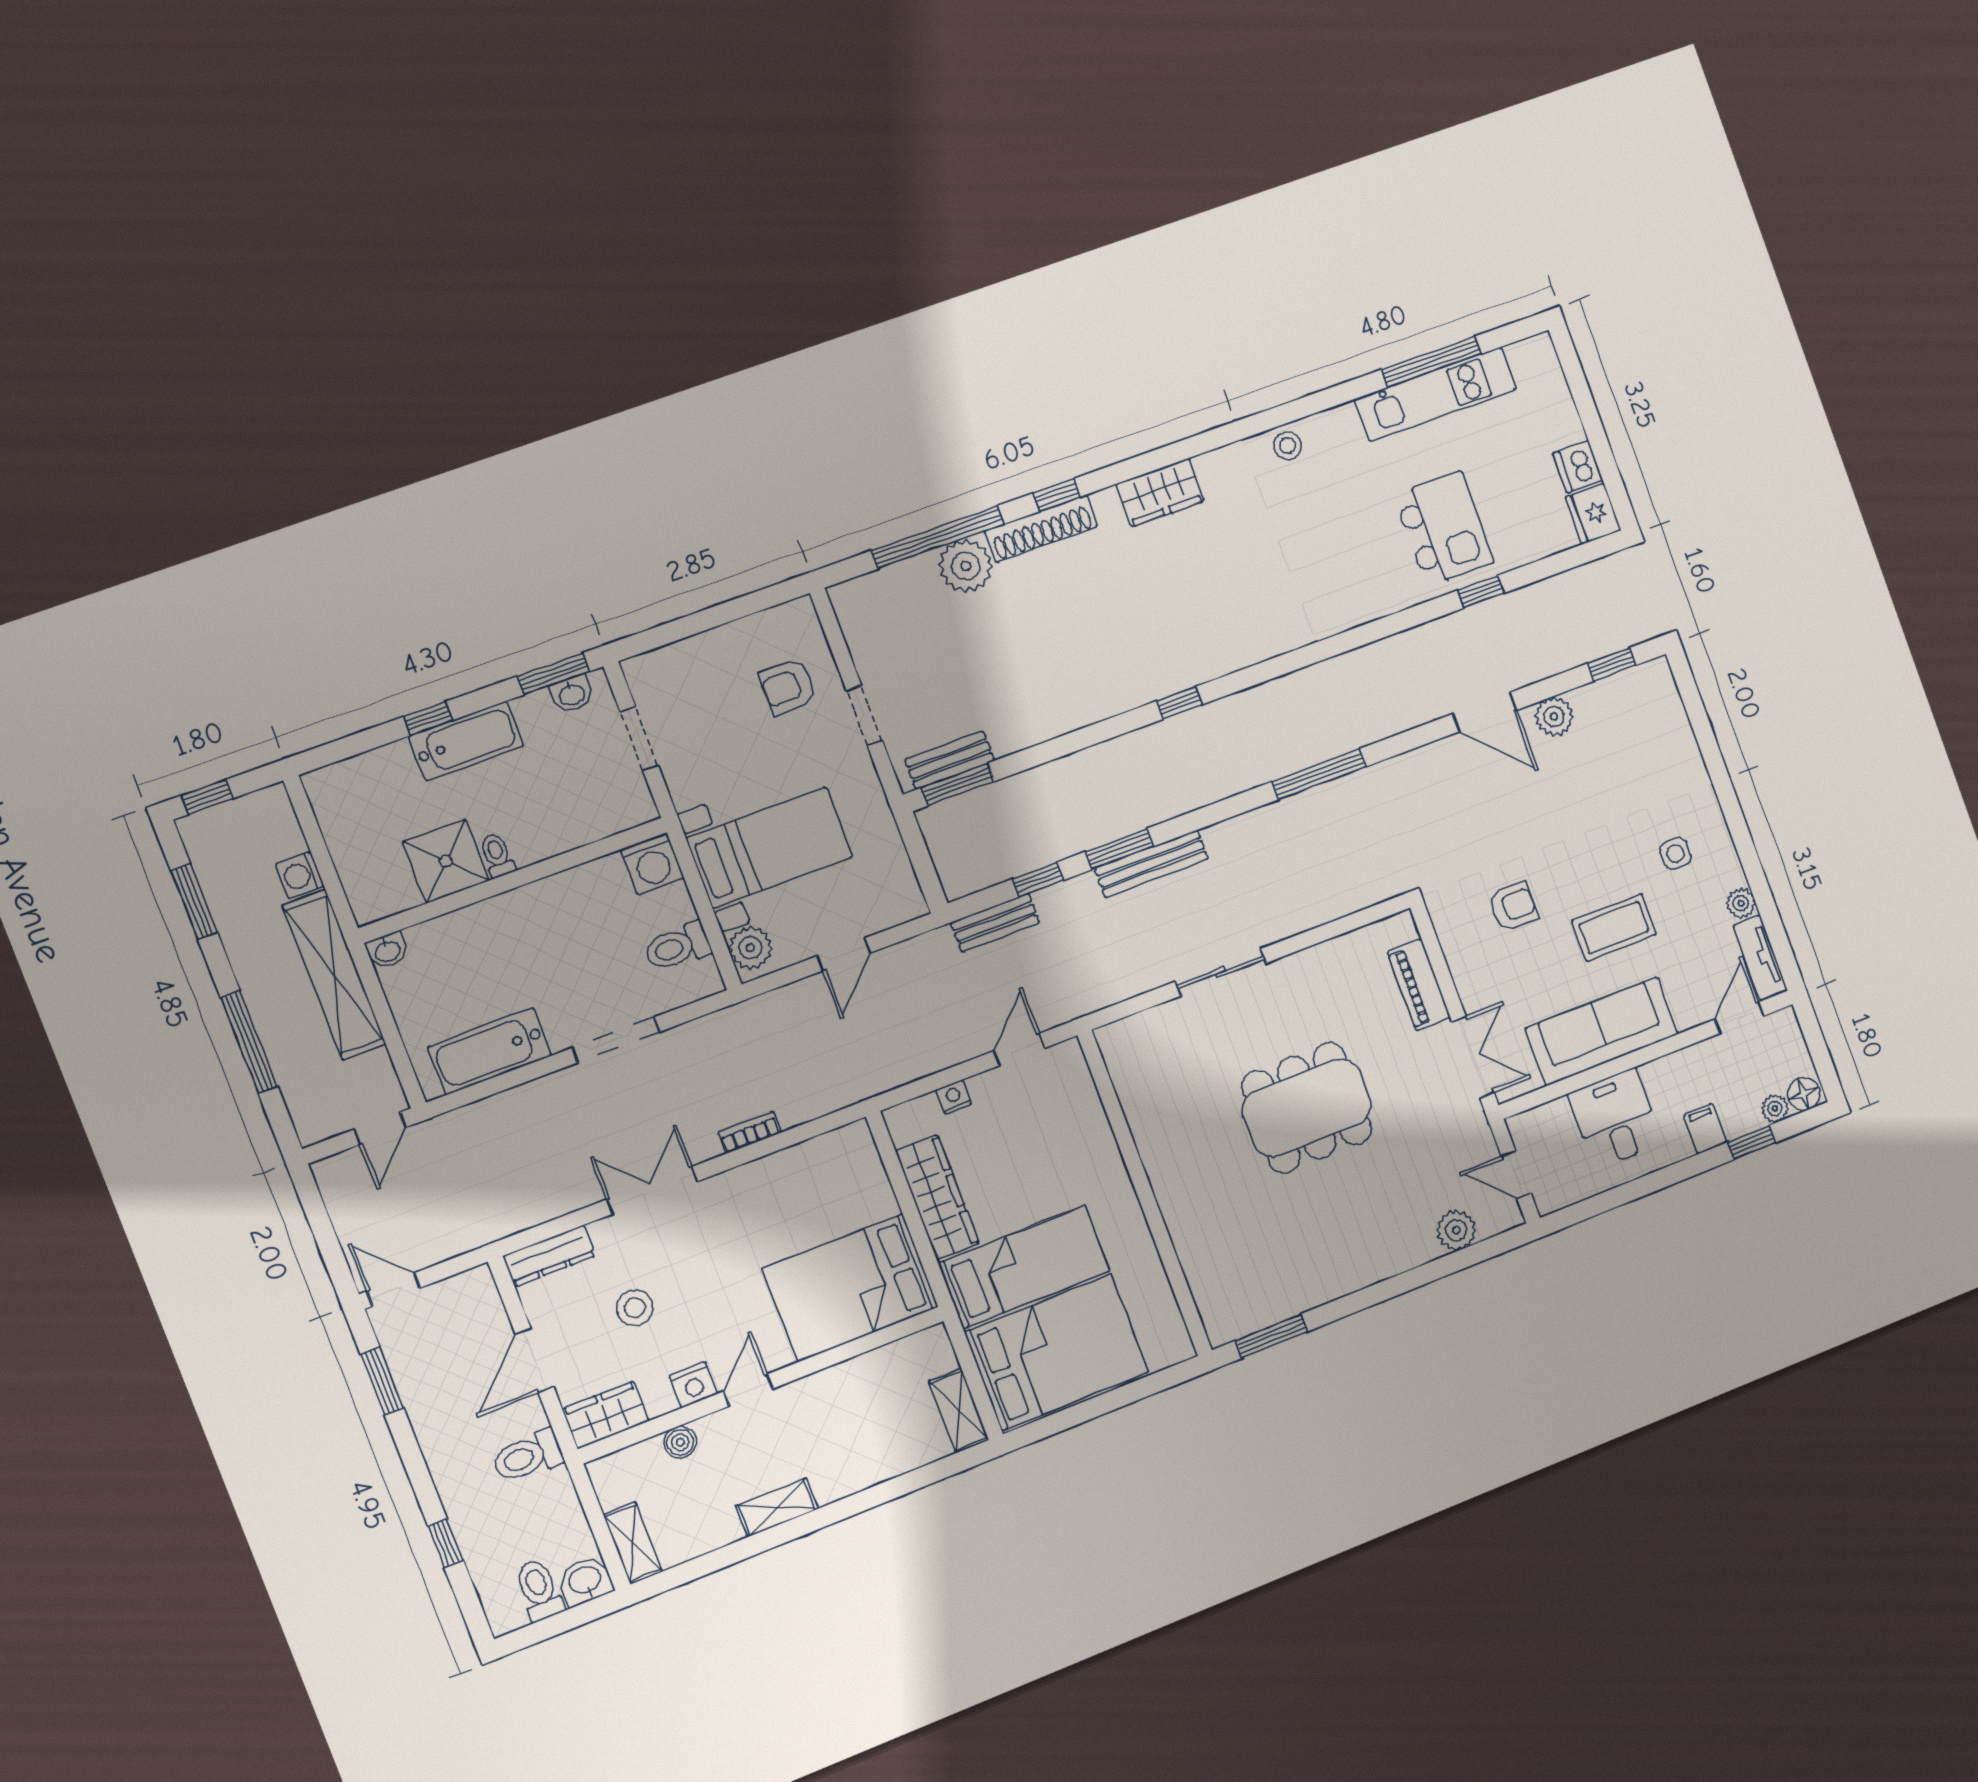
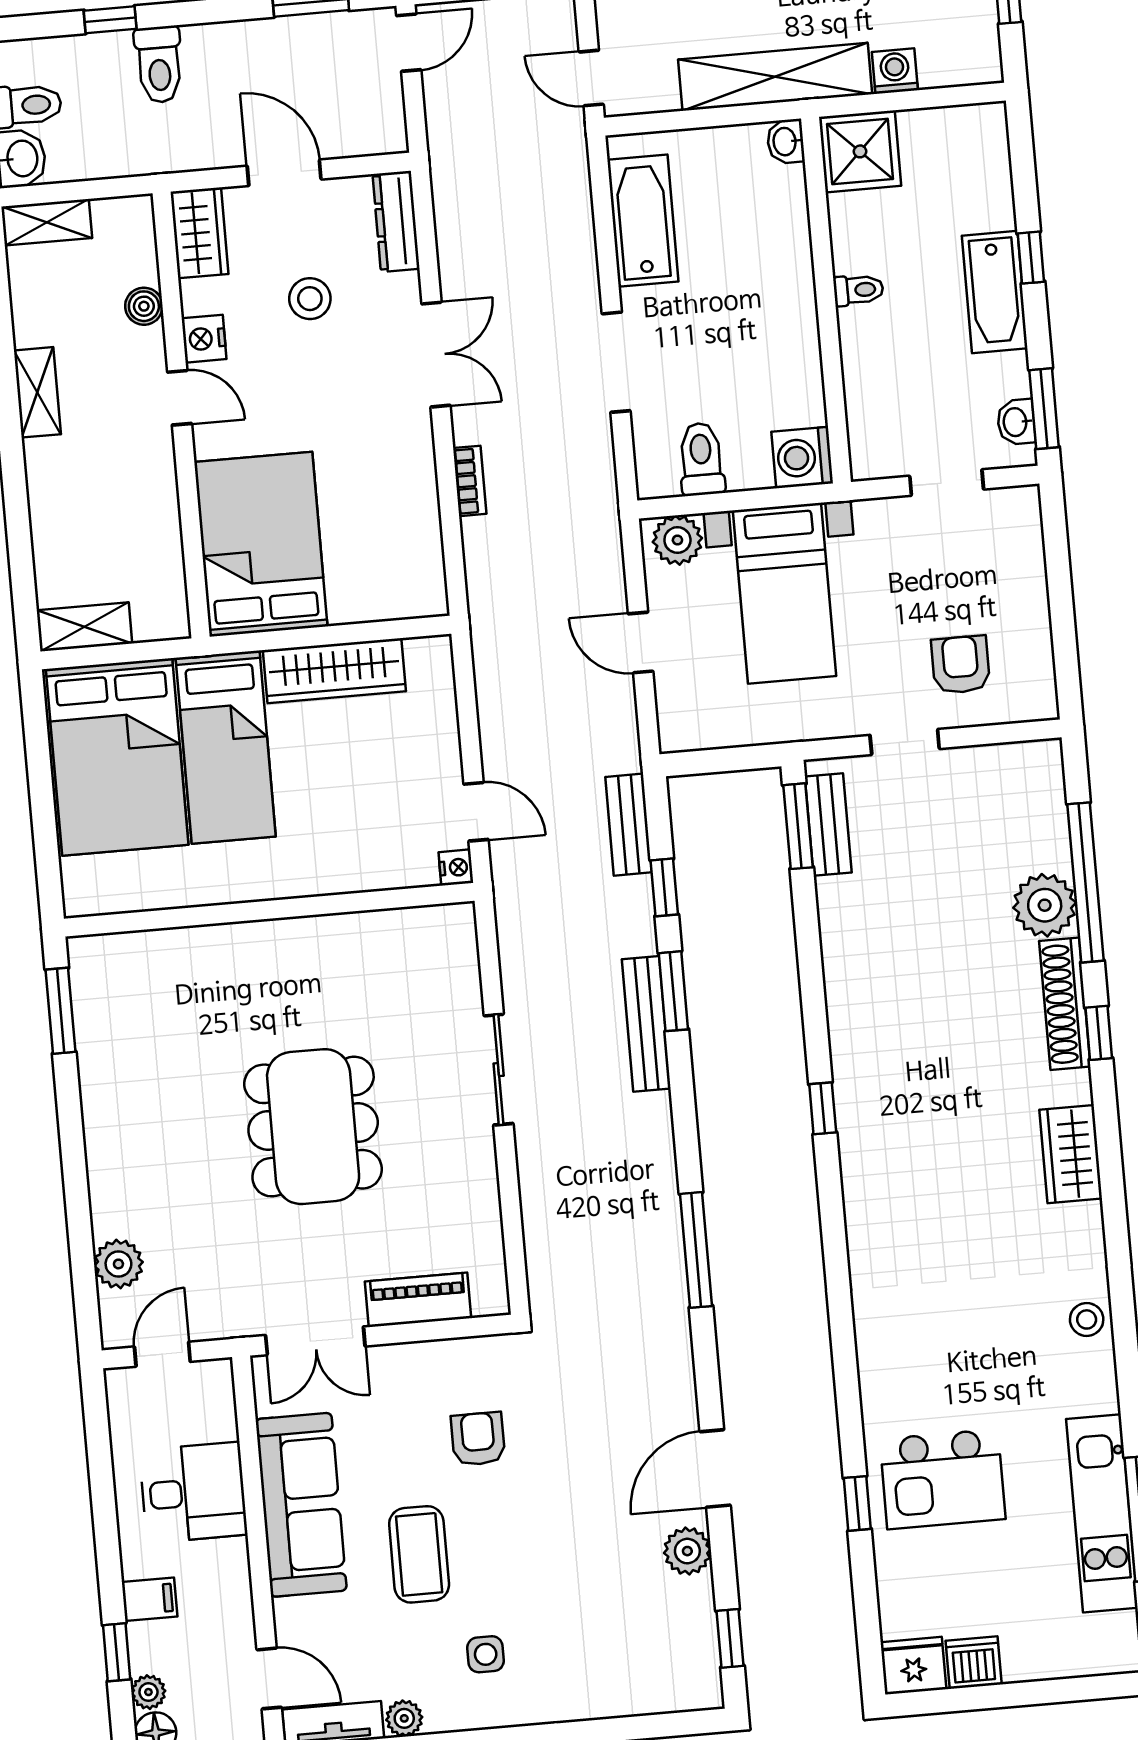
shower: (446, 861) -> (860, 151), moved
armchair: (1513, 906) -> (478, 1439), turned 180
nightstand: (954, 1097) -> (456, 867), moved
toilet: (528, 1456) -> (159, 64), moved, turned 180

